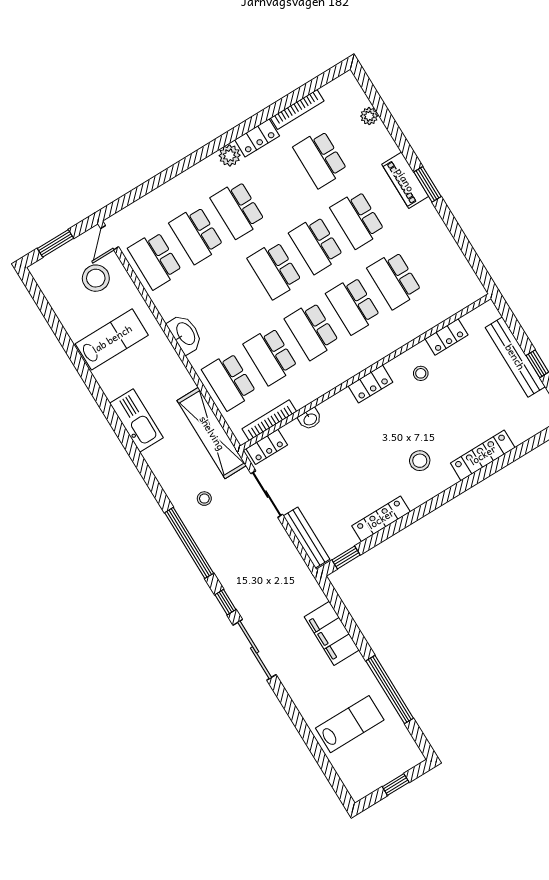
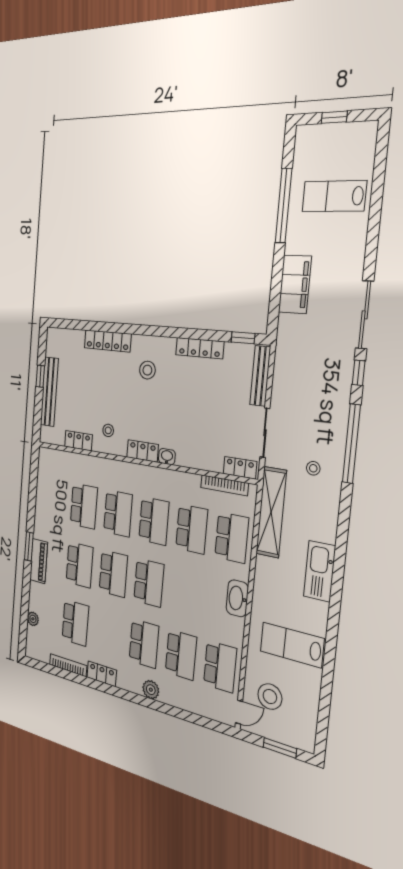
plant: (230, 155) -> (151, 690), moved
washbasin: (310, 419) -> (167, 457), moved

